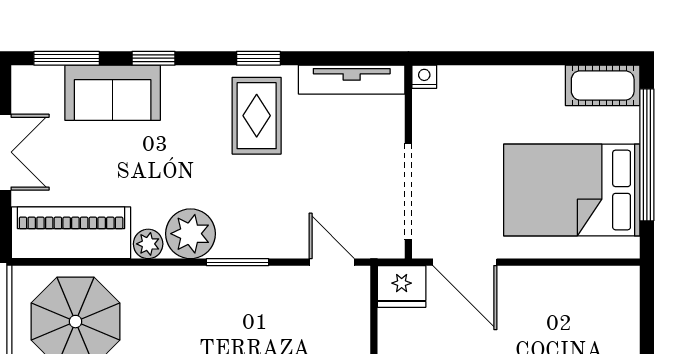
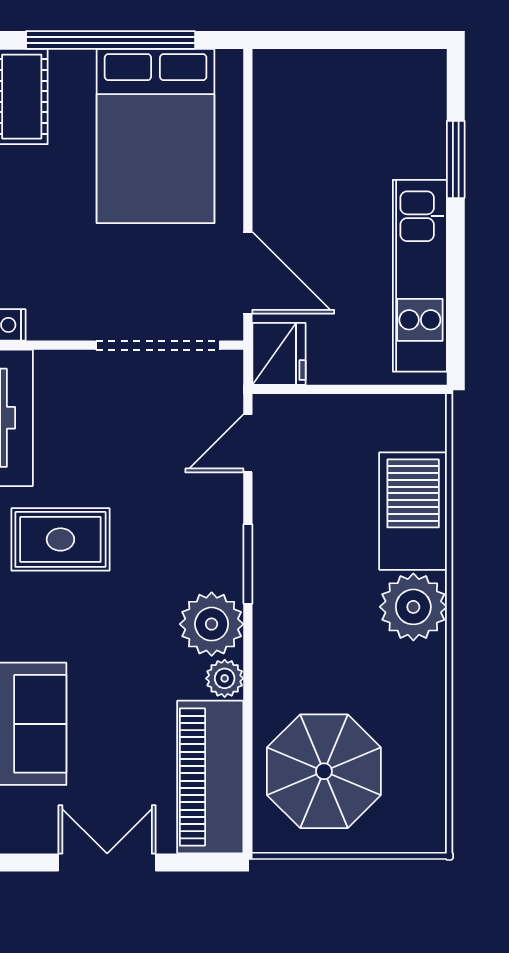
door: (465, 262) -> (248, 273), hinge flipped

